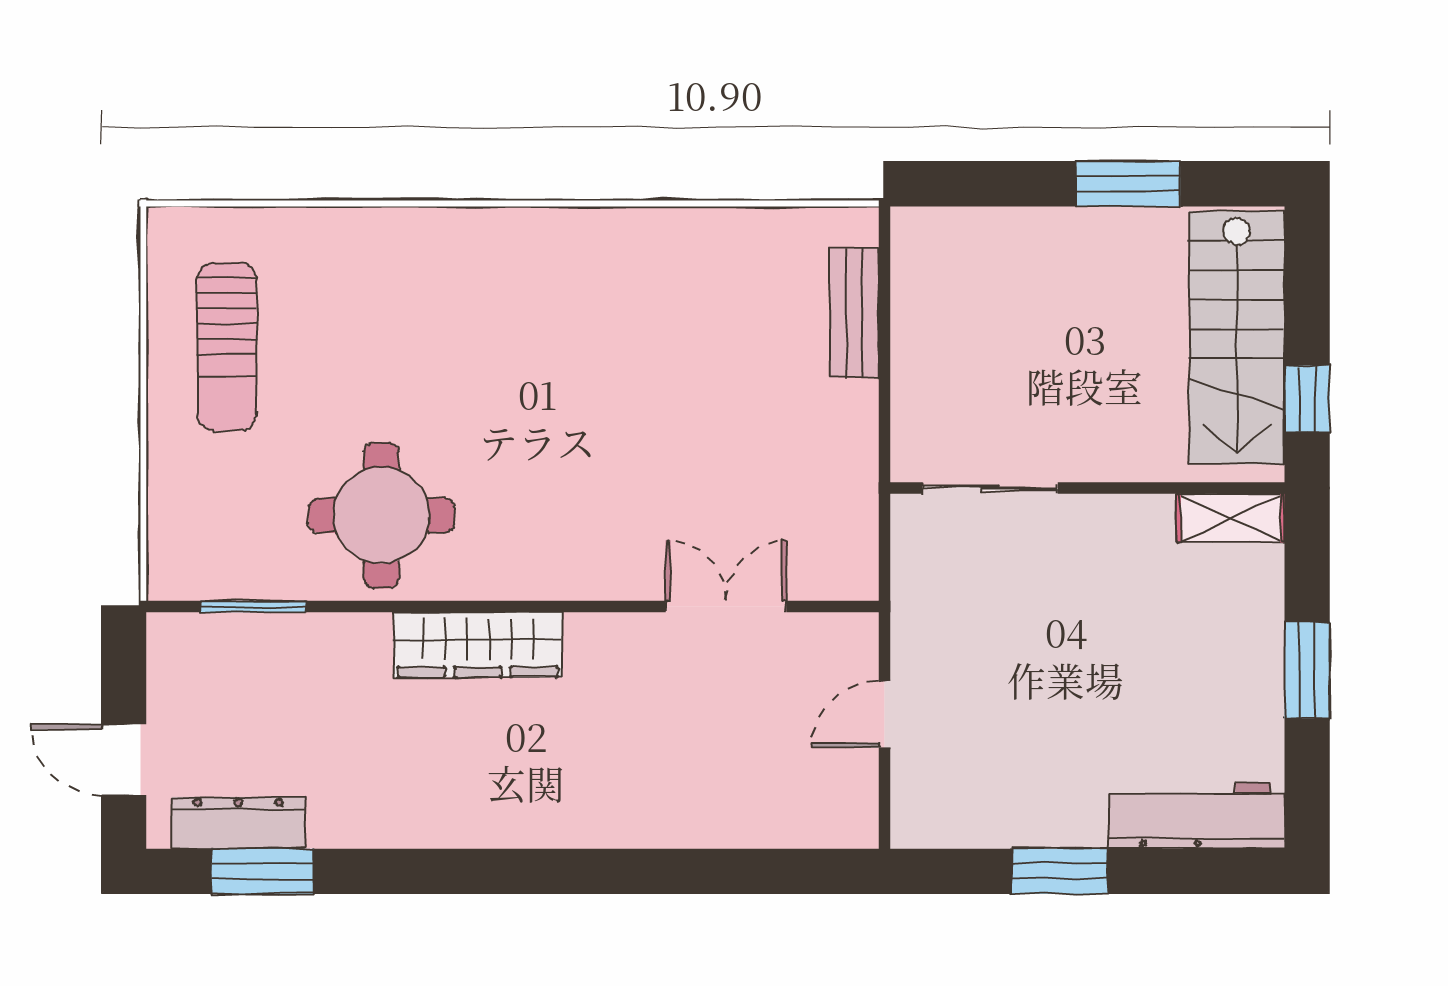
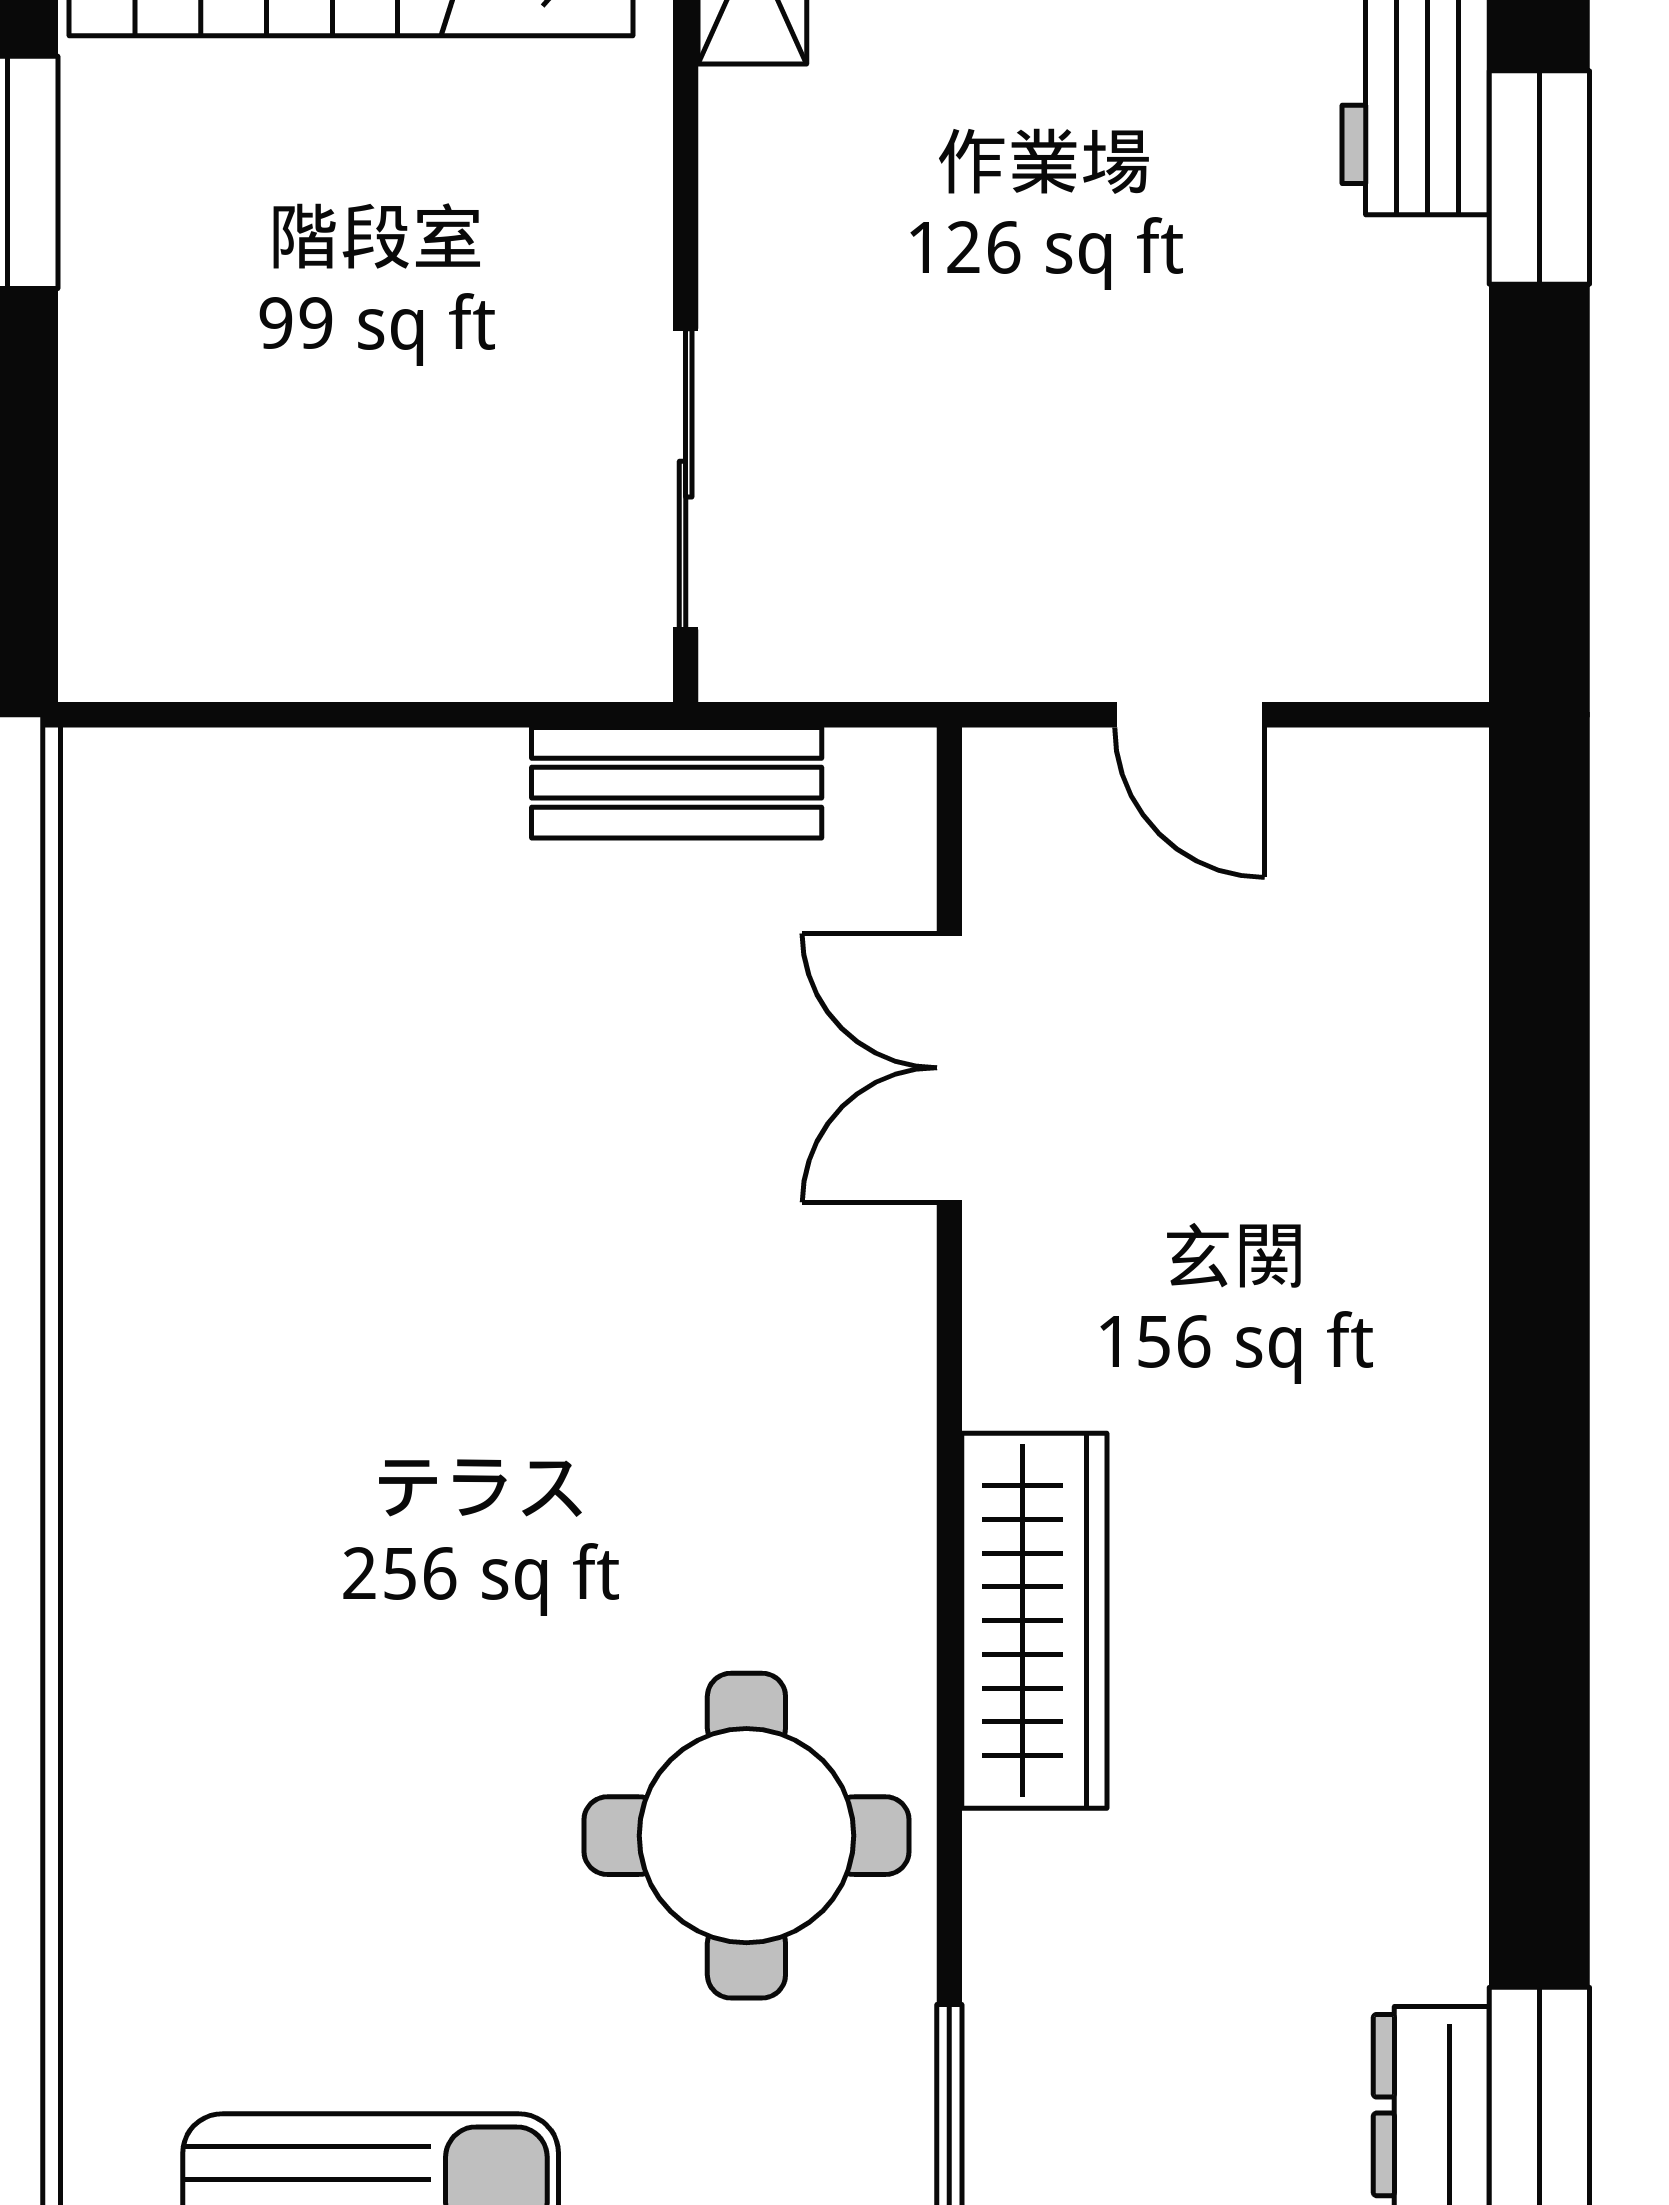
bench: (854, 313) -> (677, 783), moved
window: (1060, 871) -> (1539, 178), moved

